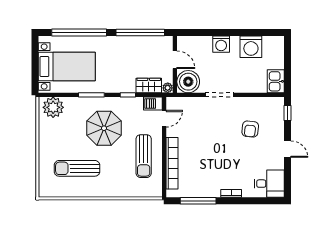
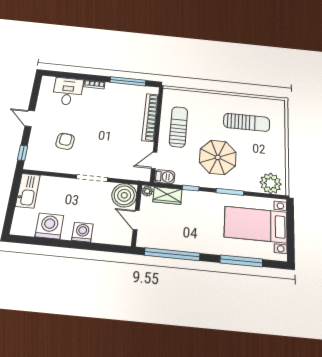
window: (79, 32) -> (241, 261), width x0.68
kitchen sink: (276, 81) -> (28, 191), width x1.38
desk: (269, 184) -> (68, 91), moved, turned 90

